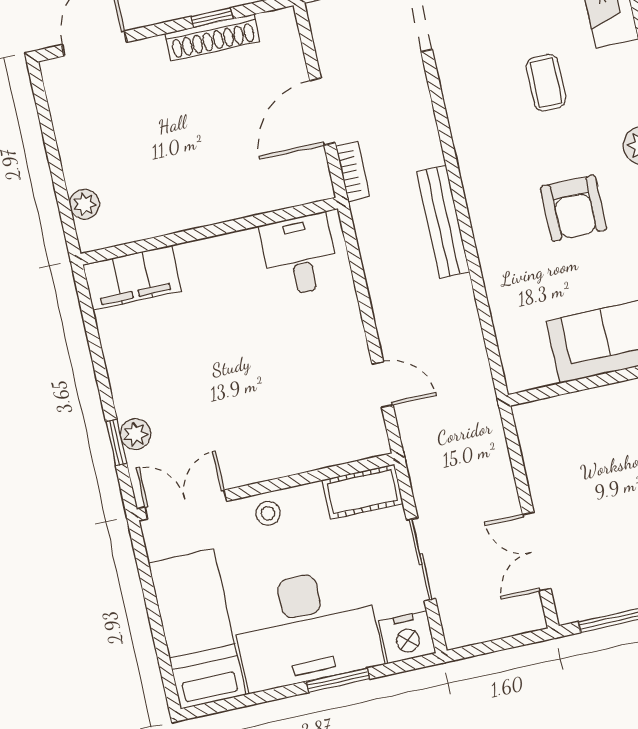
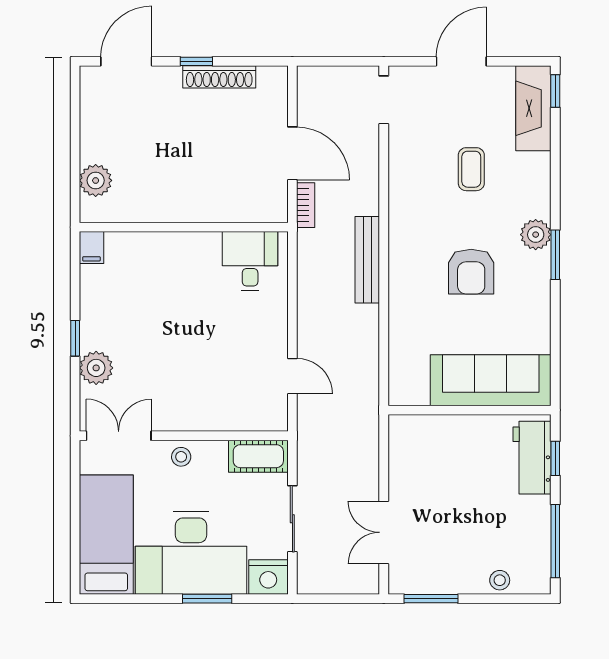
window: (212, 18) -> (196, 61), moved
door: (322, 112) -> (292, 153), swing flipped
plant: (85, 204) -> (96, 180), width x1.38, depth x1.38
filing cabinet: (132, 278) -> (91, 248), width x0.33, depth x0.86
plant: (136, 434) -> (96, 368), width x1.38, depth x1.38
window: (116, 442) -> (75, 338), moved

